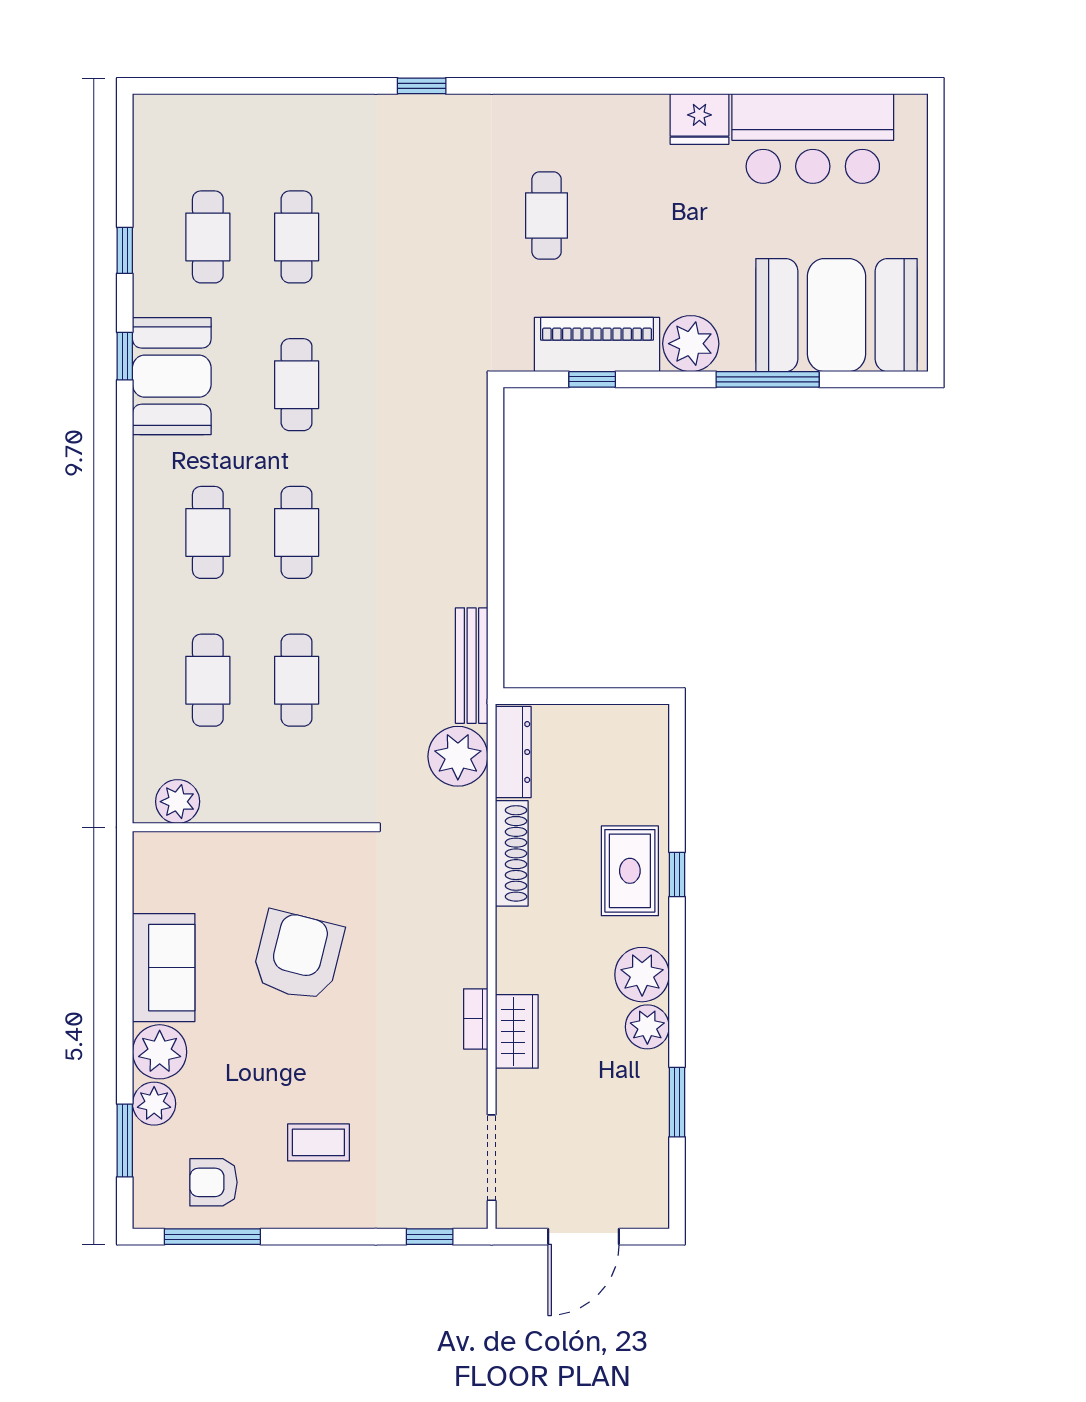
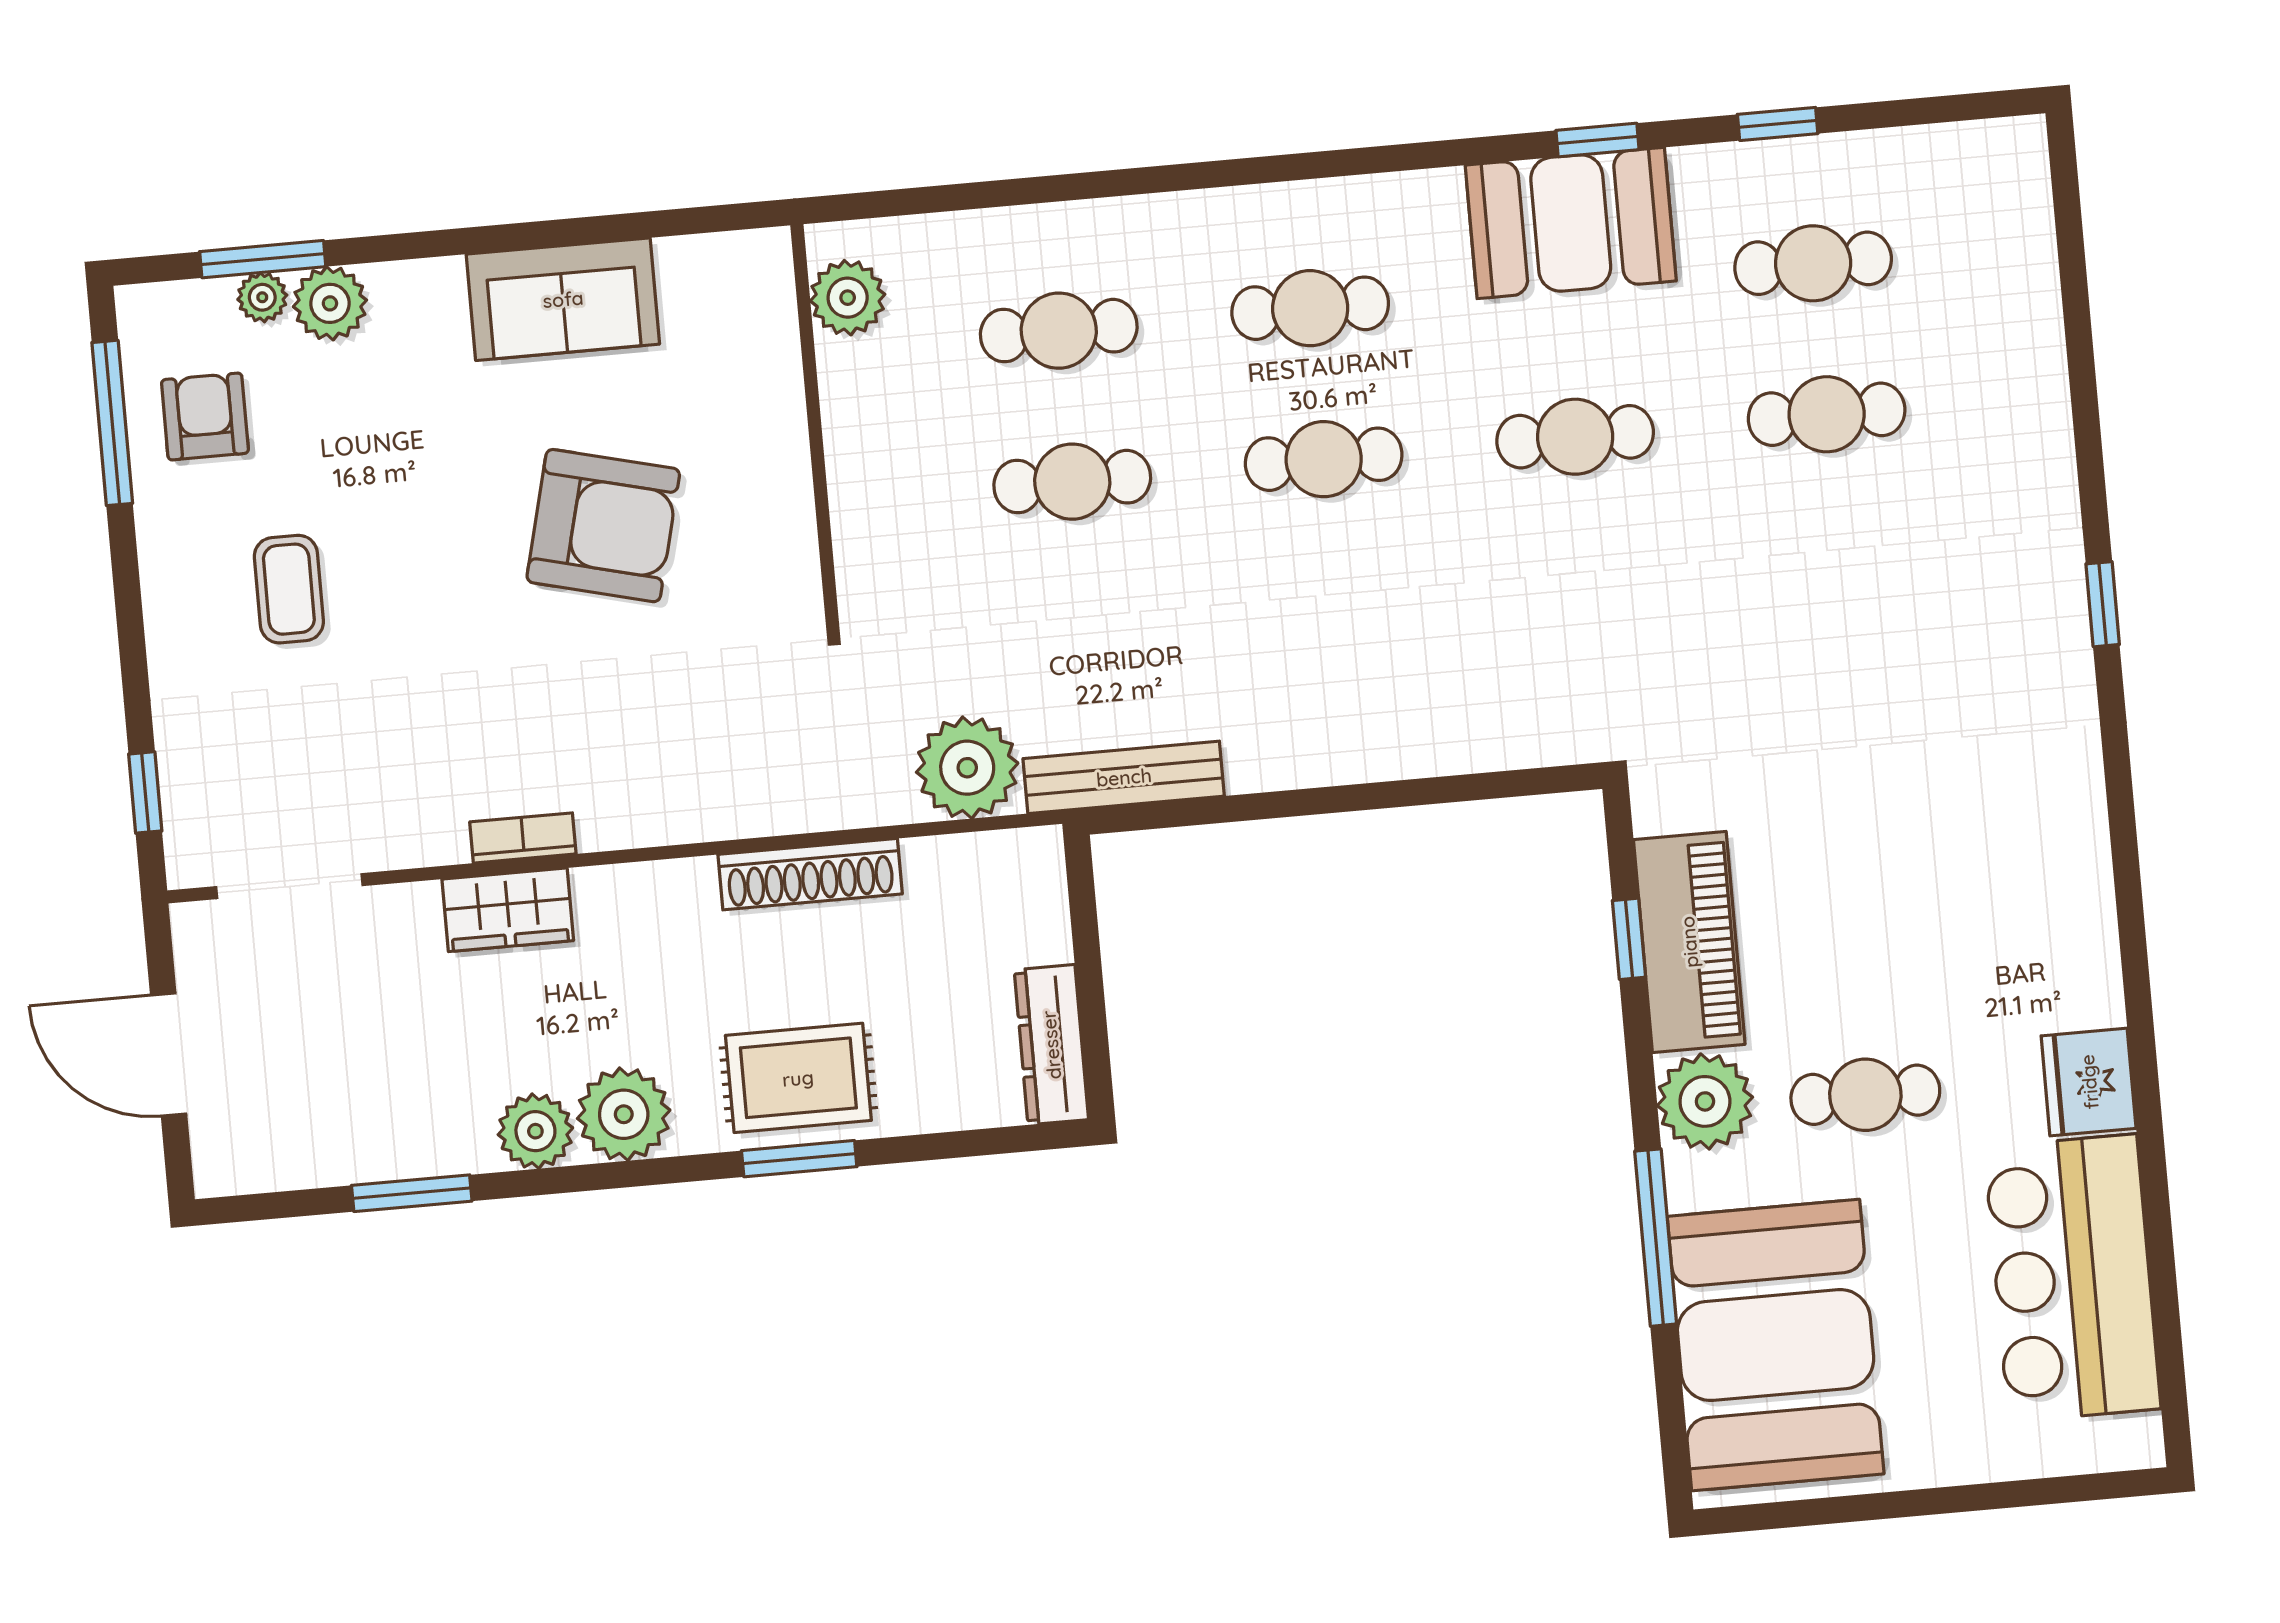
cafe table: (547, 216) -> (1865, 1095), moved
dresser: (513, 752) -> (1051, 1045), moved, turned 90
window: (677, 875) -> (799, 1159), width x1.50
plant: (160, 1052) -> (262, 297), moved, width x0.53, depth x0.53

